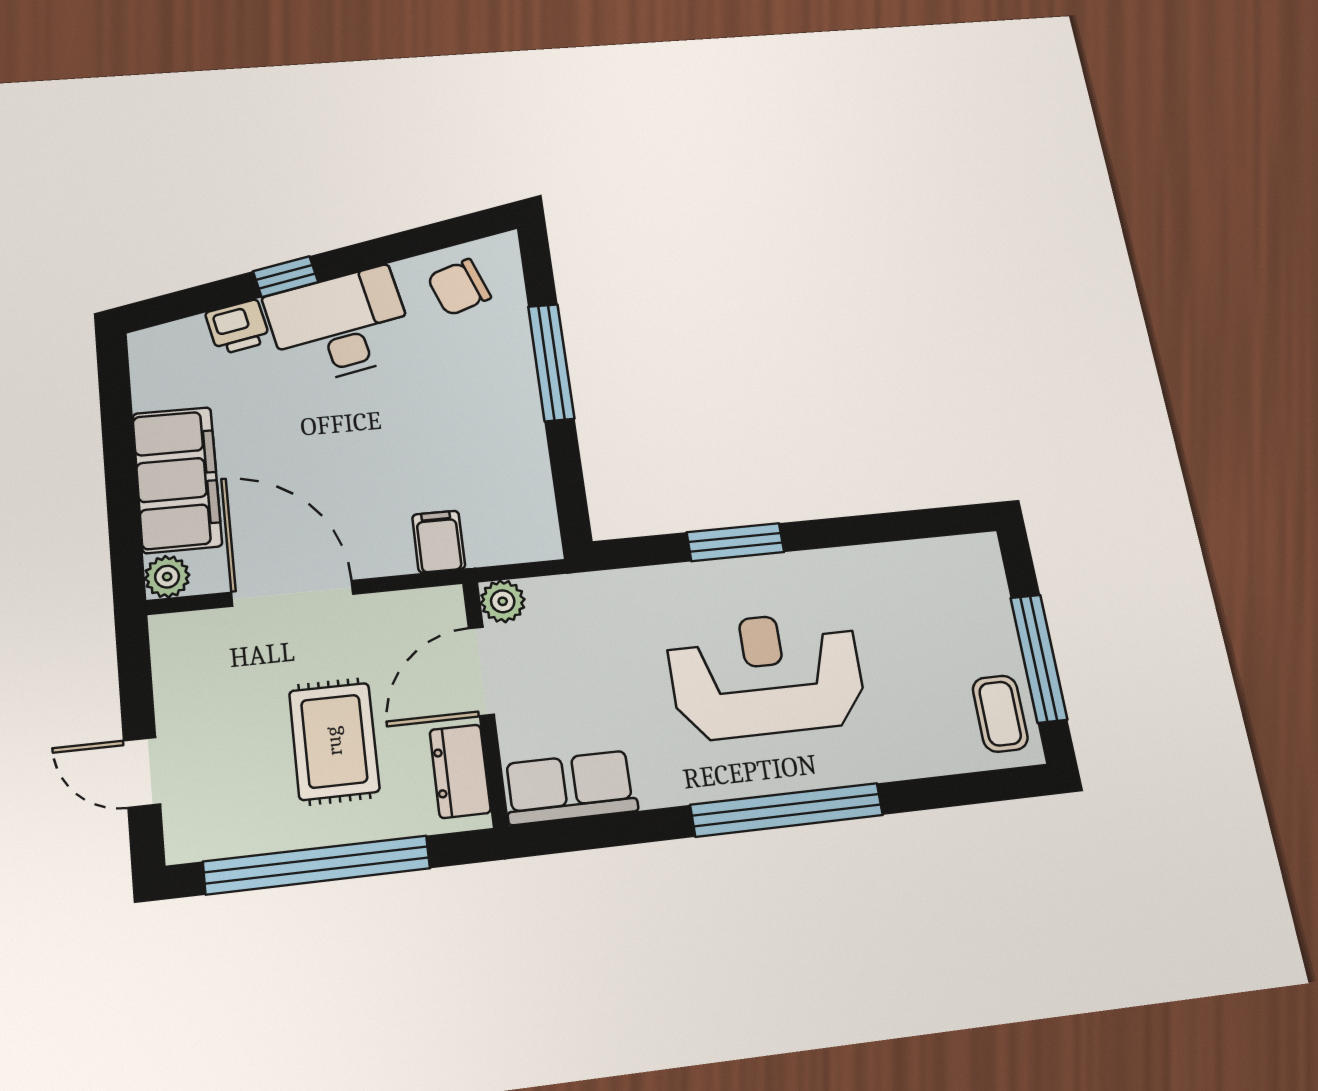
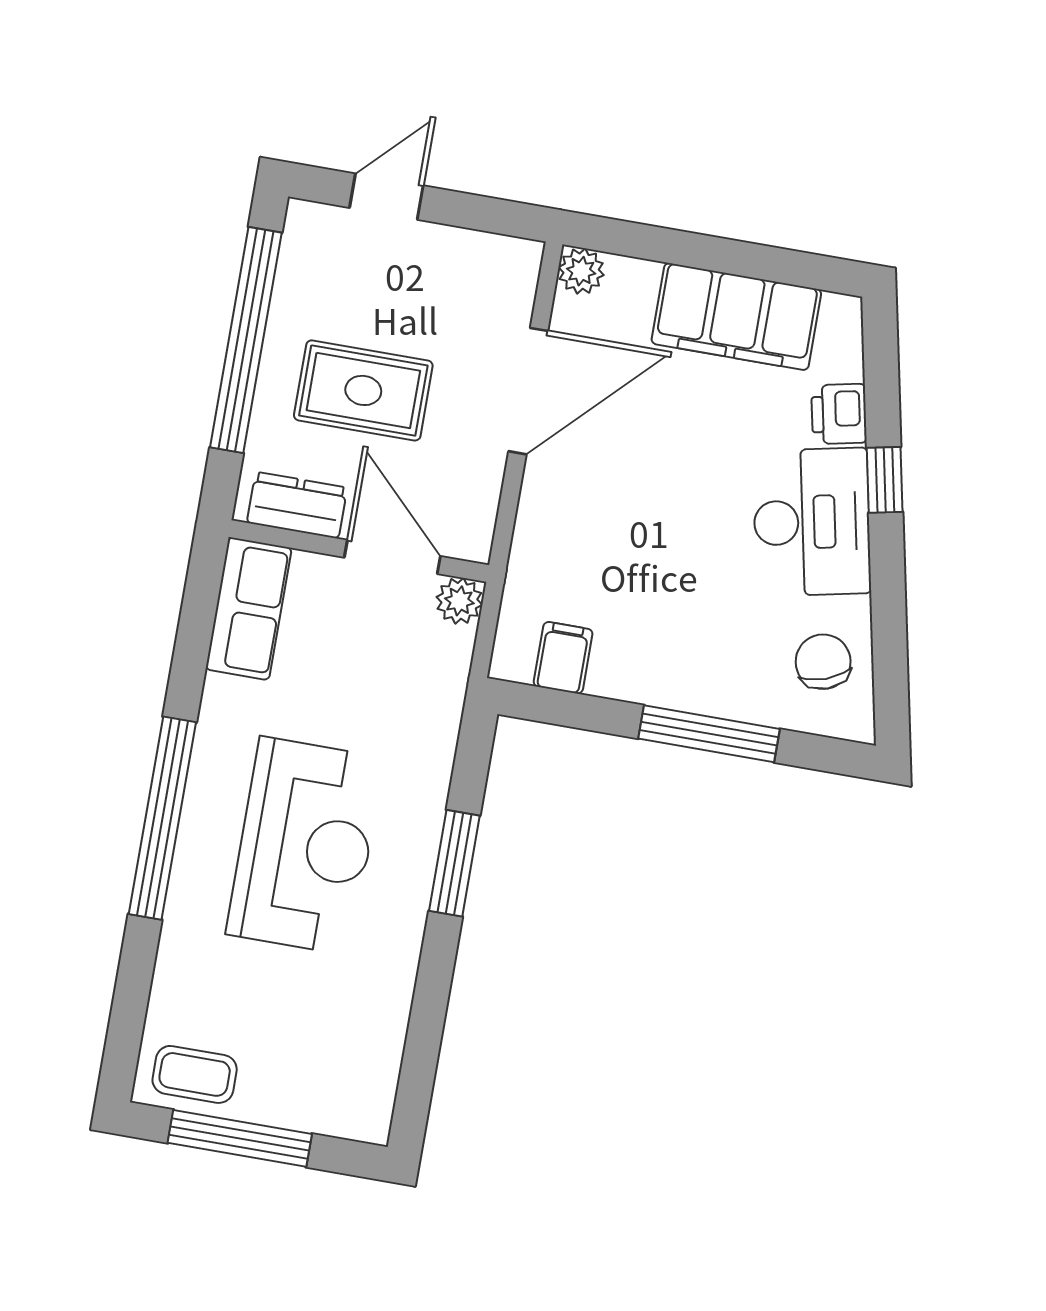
filing cabinet: (177, 480) -> (736, 317), moved
filing cabinet: (439, 542) -> (563, 658), moved, turned -90

